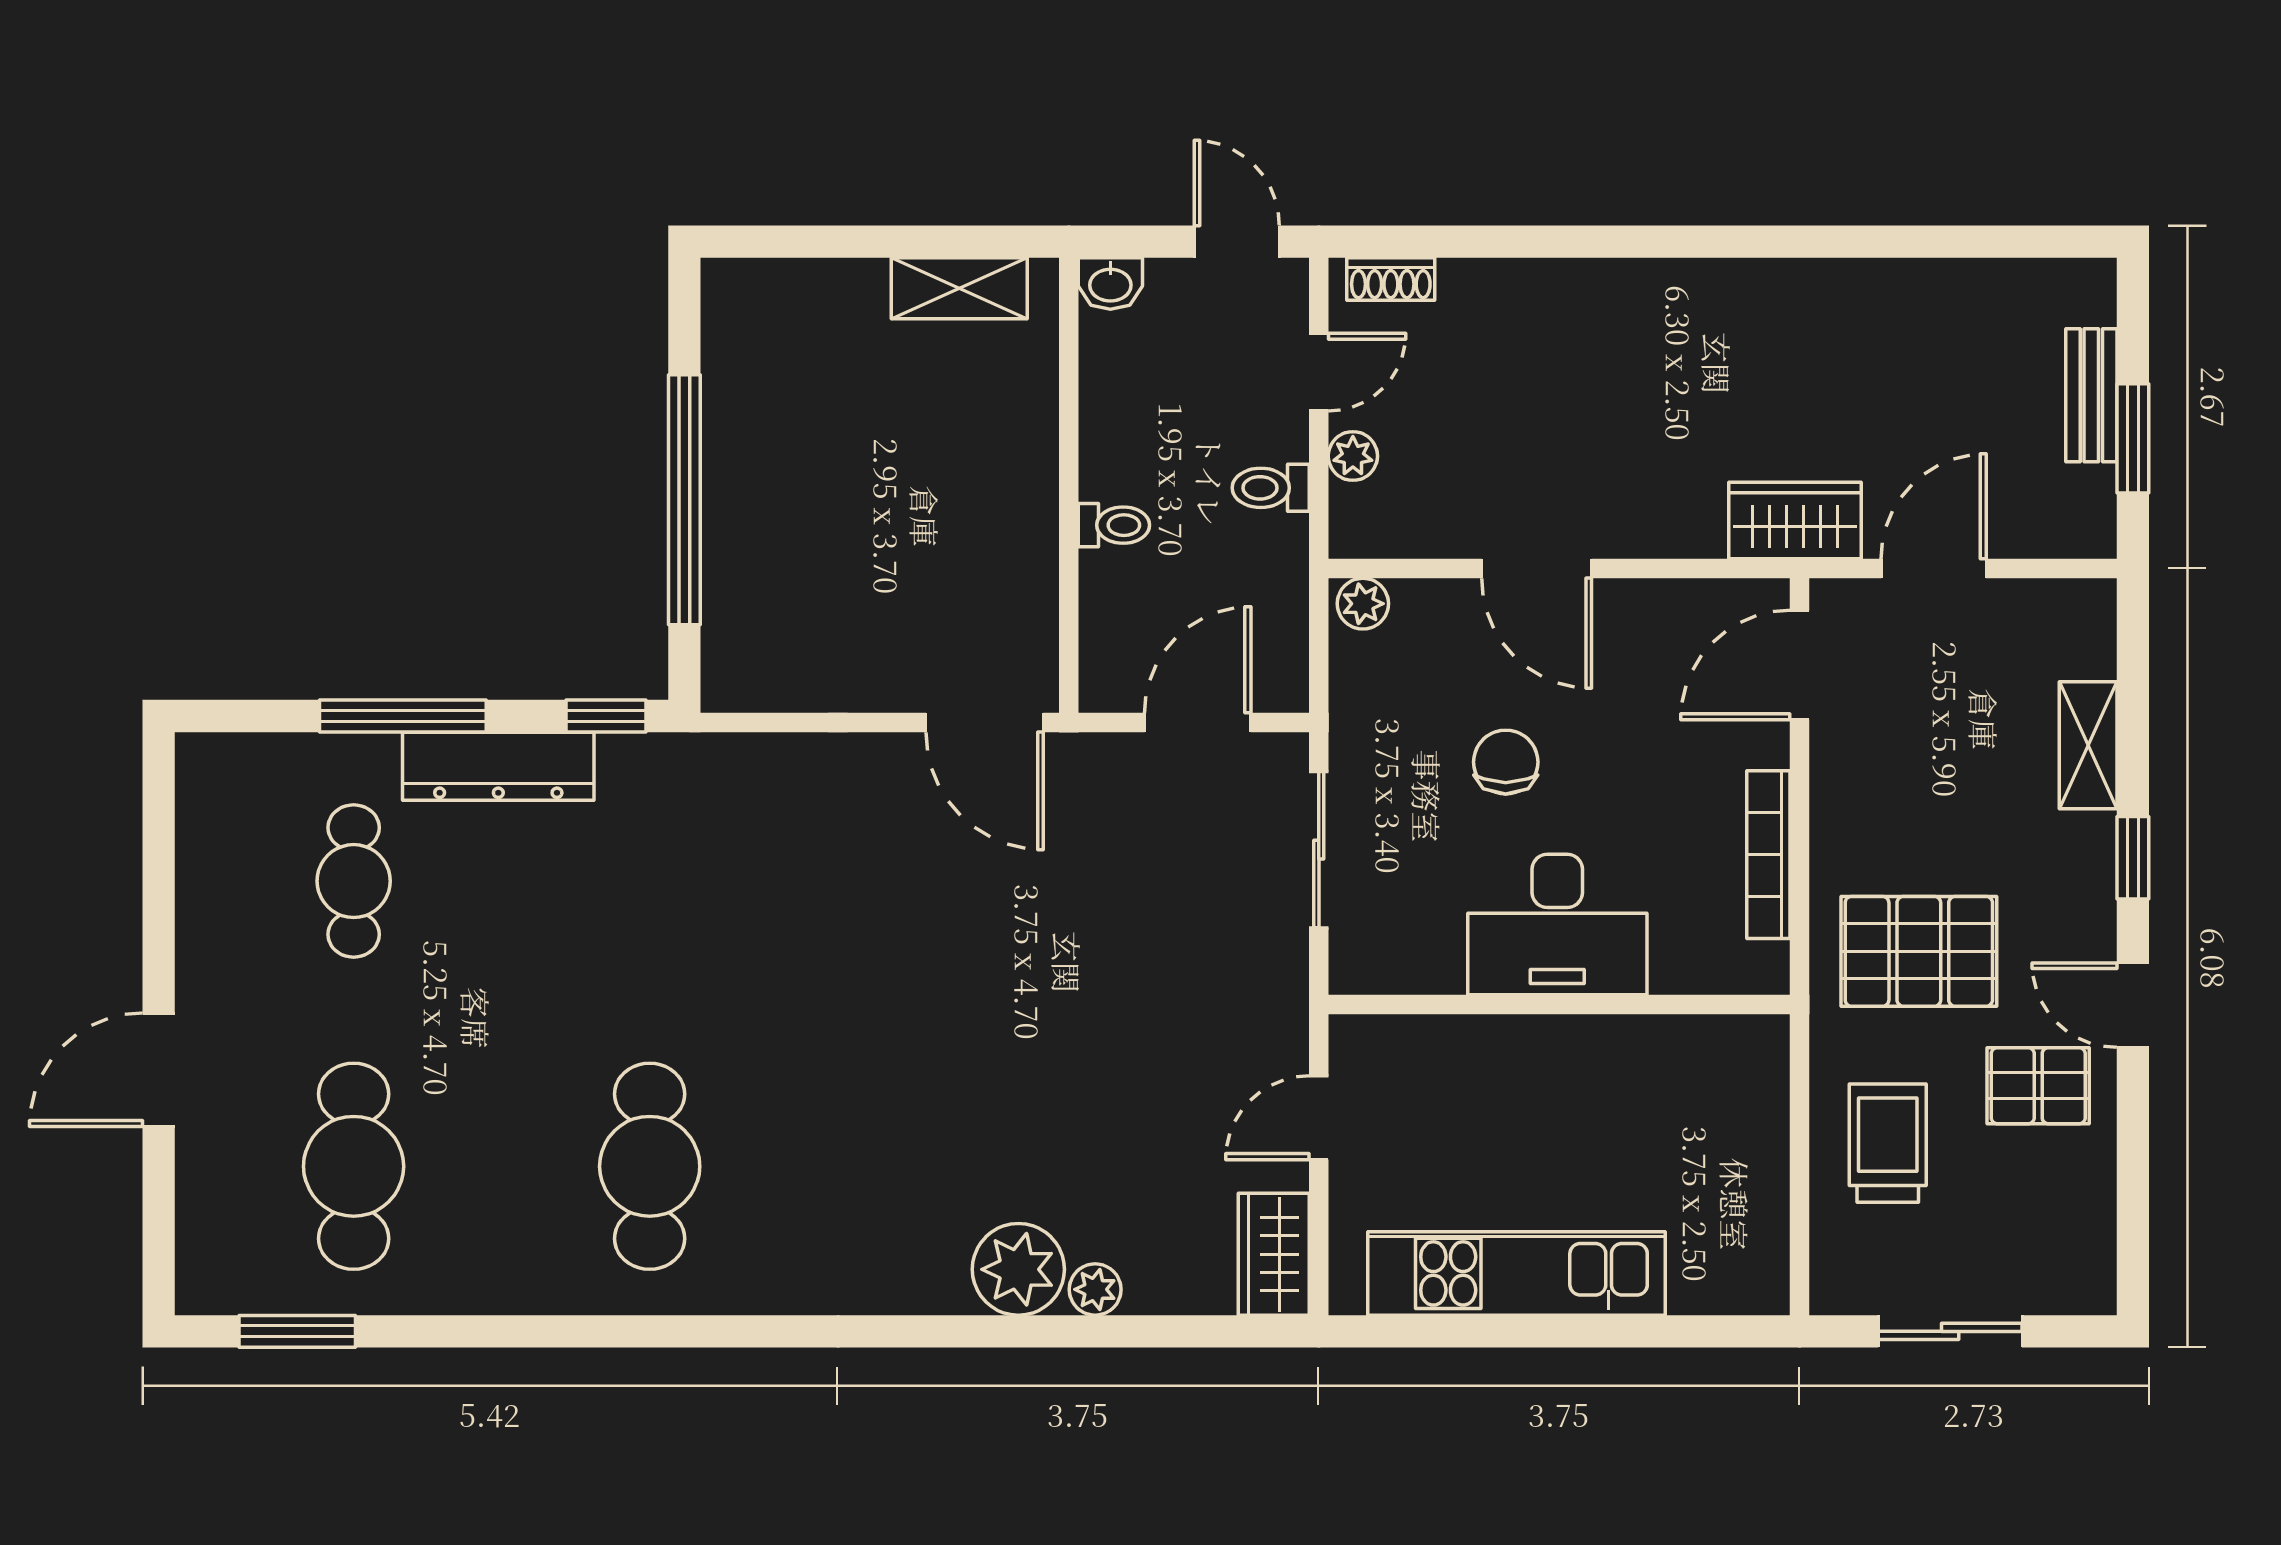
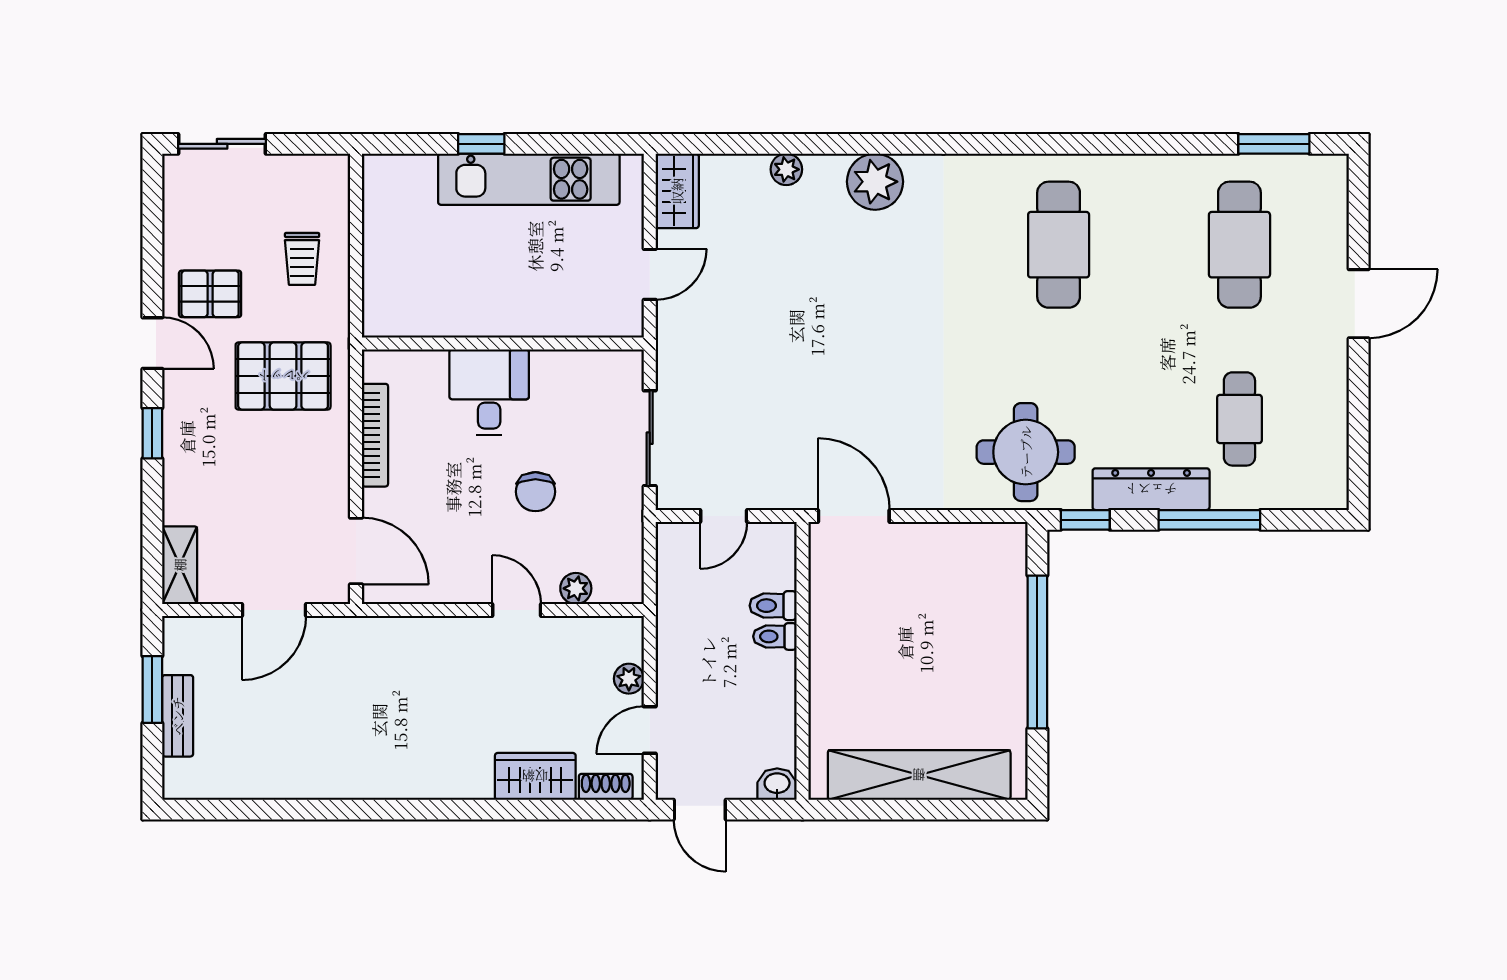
shelving: (959, 288) -> (919, 775), width x2.20, depth x1.33
toilet: (1271, 488) -> (773, 606), moved, turned 180
wardrobe: (1795, 521) -> (535, 776), moved, turned 180
door: (1537, 569) -> (517, 610), width x0.73
plant: (1363, 604) -> (576, 588), moved
door: (1799, 665) -> (356, 551), hinge flipped
door: (1198, 722) -> (724, 516), width x0.73
shelving: (2088, 745) -> (180, 565), moved
round table: (703, 827) -> (1026, 452), added
desk: (1557, 924) -> (489, 392), width x0.73
trolley: (1888, 1143) -> (302, 259), width x0.73, depth x0.72
plant: (1018, 1269) -> (875, 182), moved
window: (1594, 1331) -> (481, 144), added
sliding door: (1950, 1331) -> (222, 144), moved

